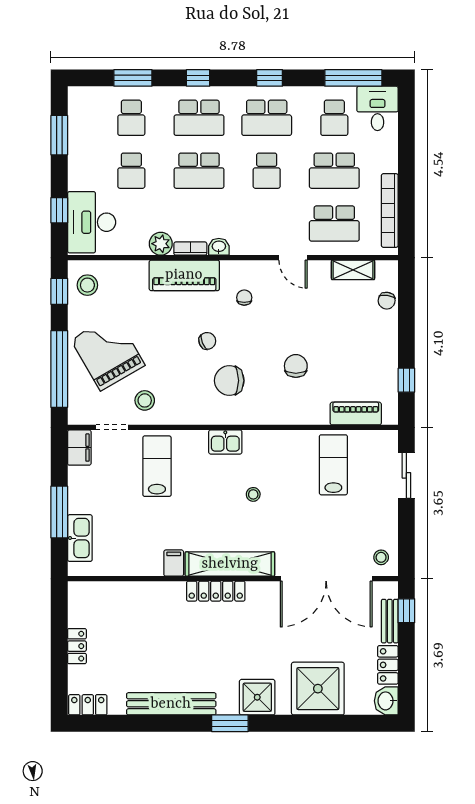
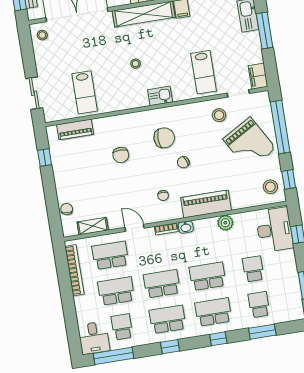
school desk: (267, 171) -> (162, 284), width x1.85
bookcase: (190, 249) -> (166, 229), moved

